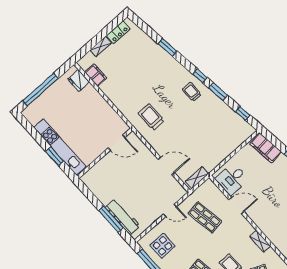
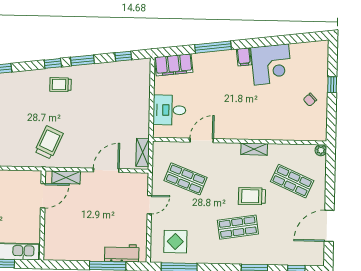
trolley: (151, 117) -> (49, 142), turned 114
shelving: (140, 146) -> (66, 177), added
desk: (232, 179) -> (169, 110), moved, turned 90
workbench: (123, 217) -> (122, 253), width x0.73
shop shelf: (205, 217) -> (186, 179), turned 30

